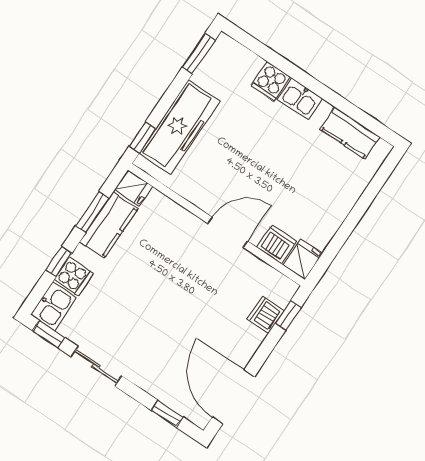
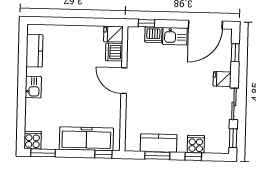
cooker: (271, 81) -> (33, 140), moved, turned -90
fridge: (133, 188) -> (222, 79), moved, turned -90
kitchen sink: (54, 306) -> (175, 36), moved, turned 180

